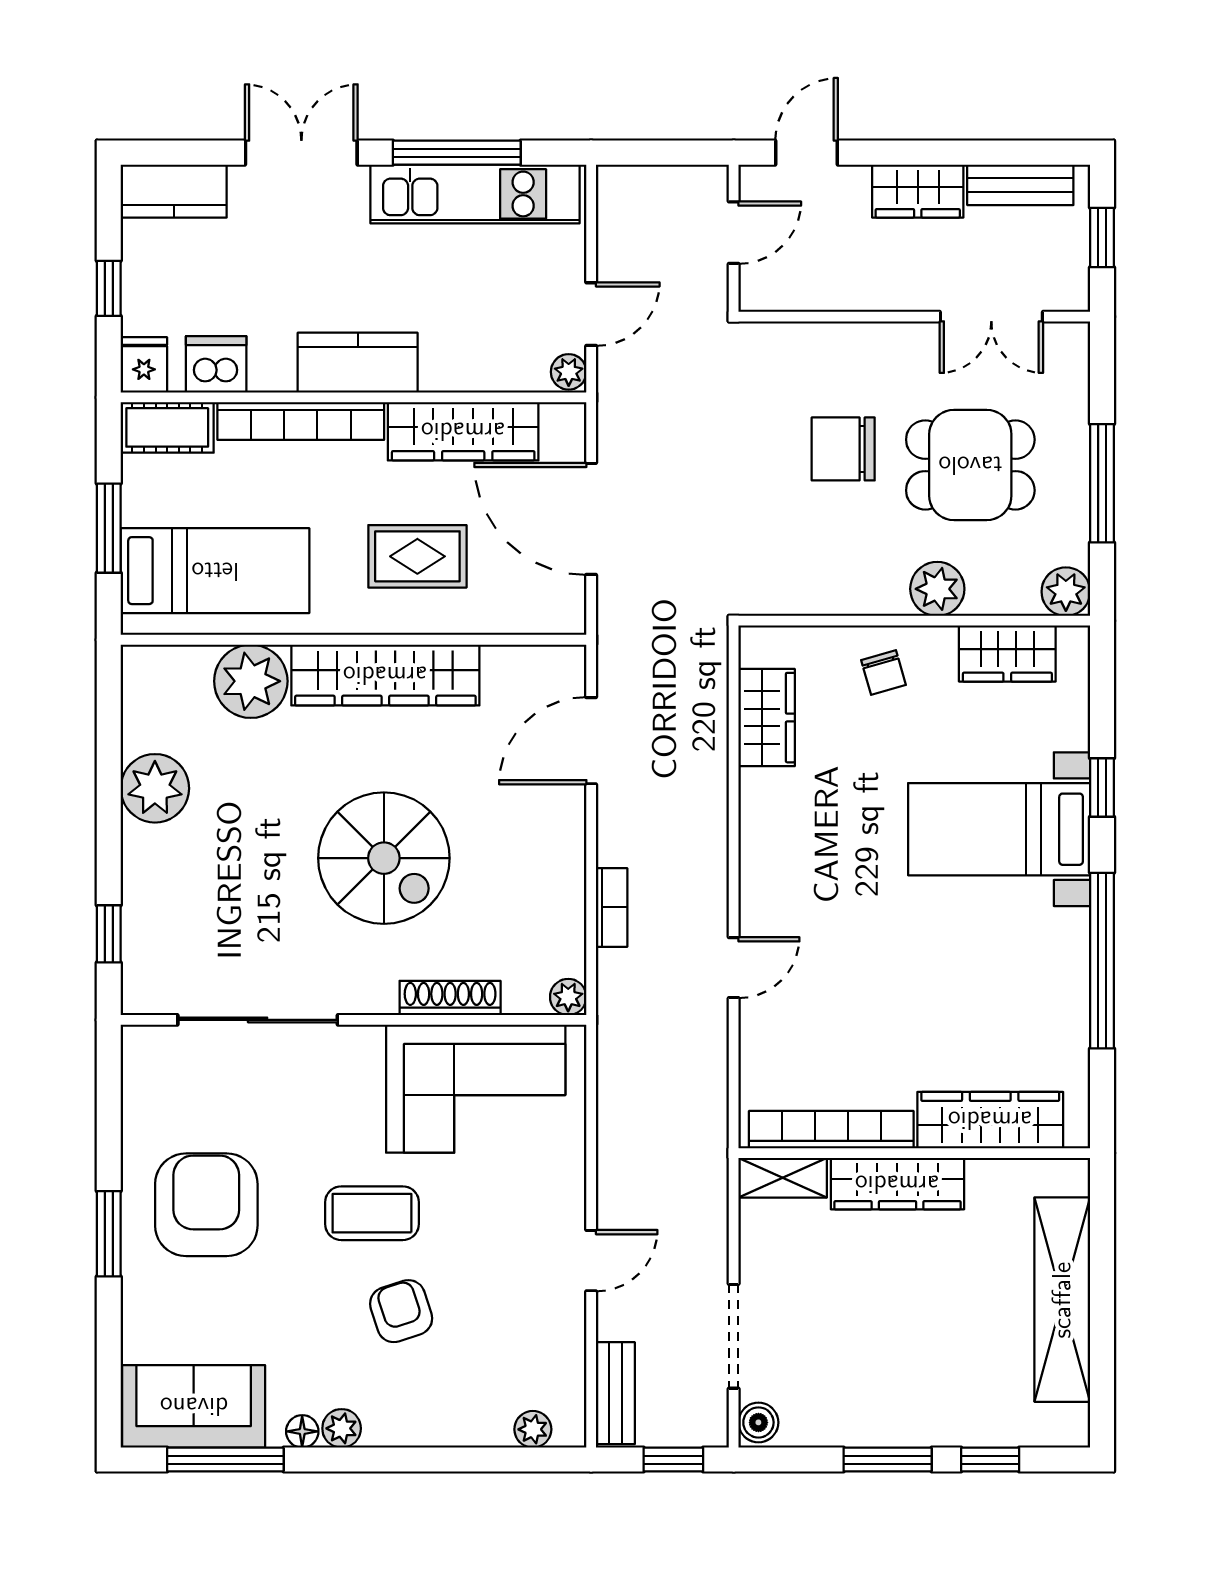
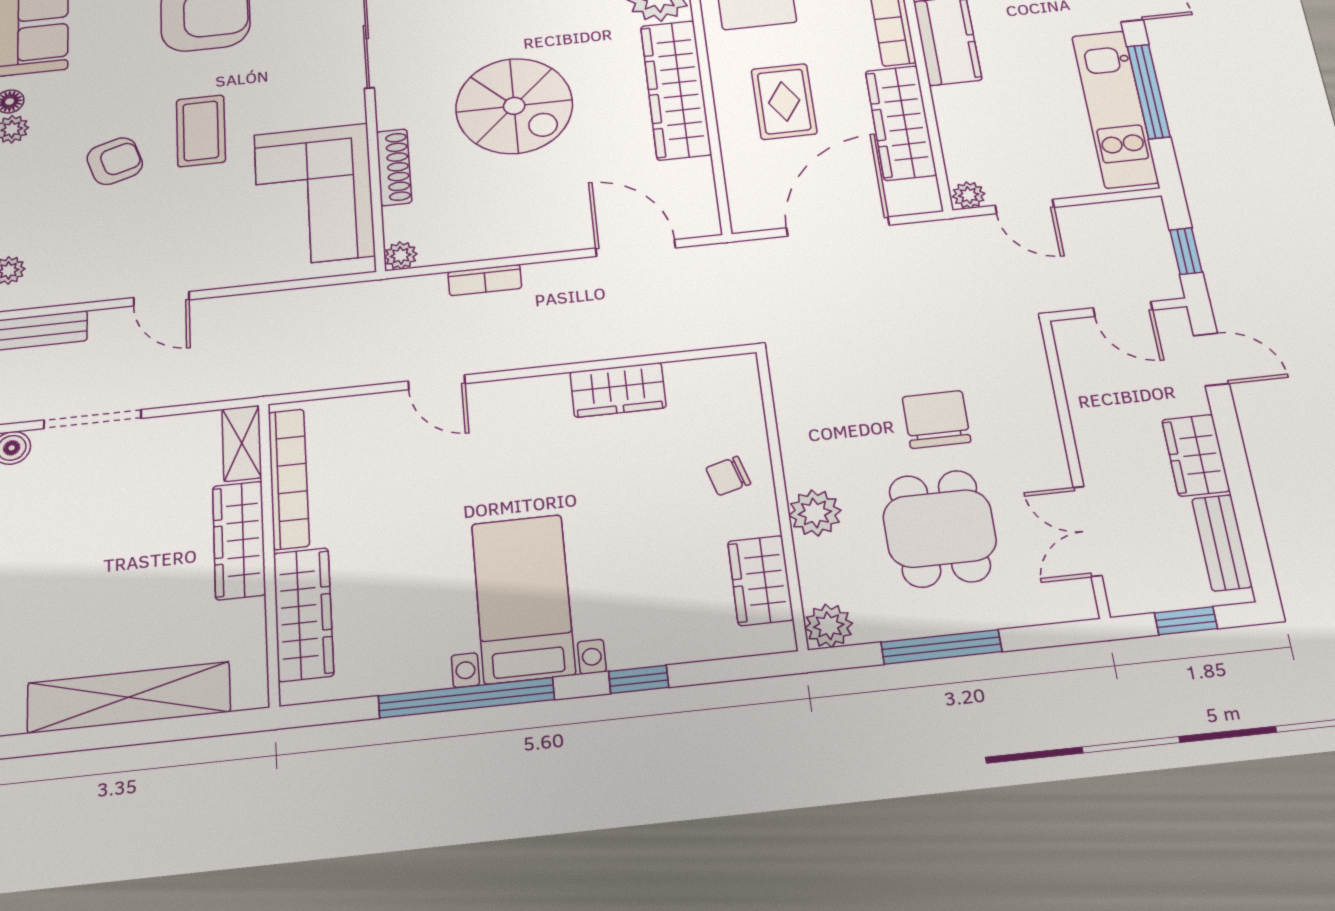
window: (670, 153) -> (1186, 251), added
wardrobe: (767, 718) -> (618, 390), moved
bed with nightstands: (999, 829) -> (523, 598), moved
spiral stairs: (384, 858) -> (514, 106), turned -90

